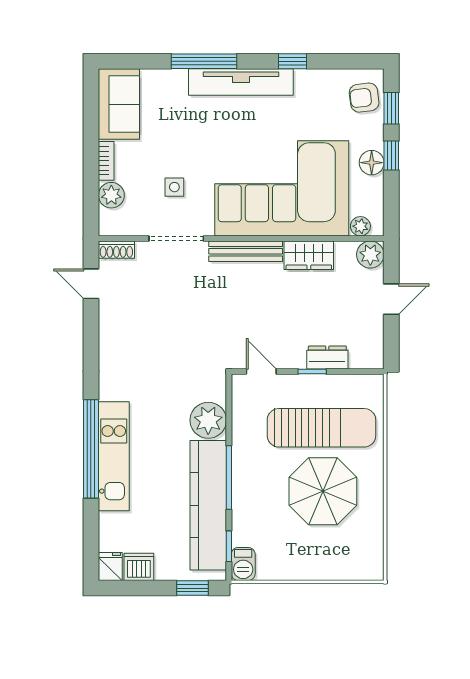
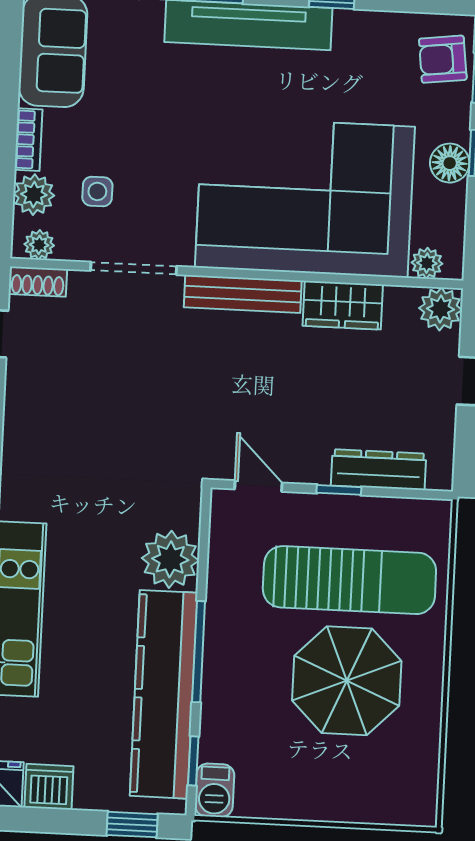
side table: (174, 187) -> (97, 191), moved
plant: (116, 227) -> (39, 245), added
dresser: (327, 357) -> (378, 470), width x1.44

